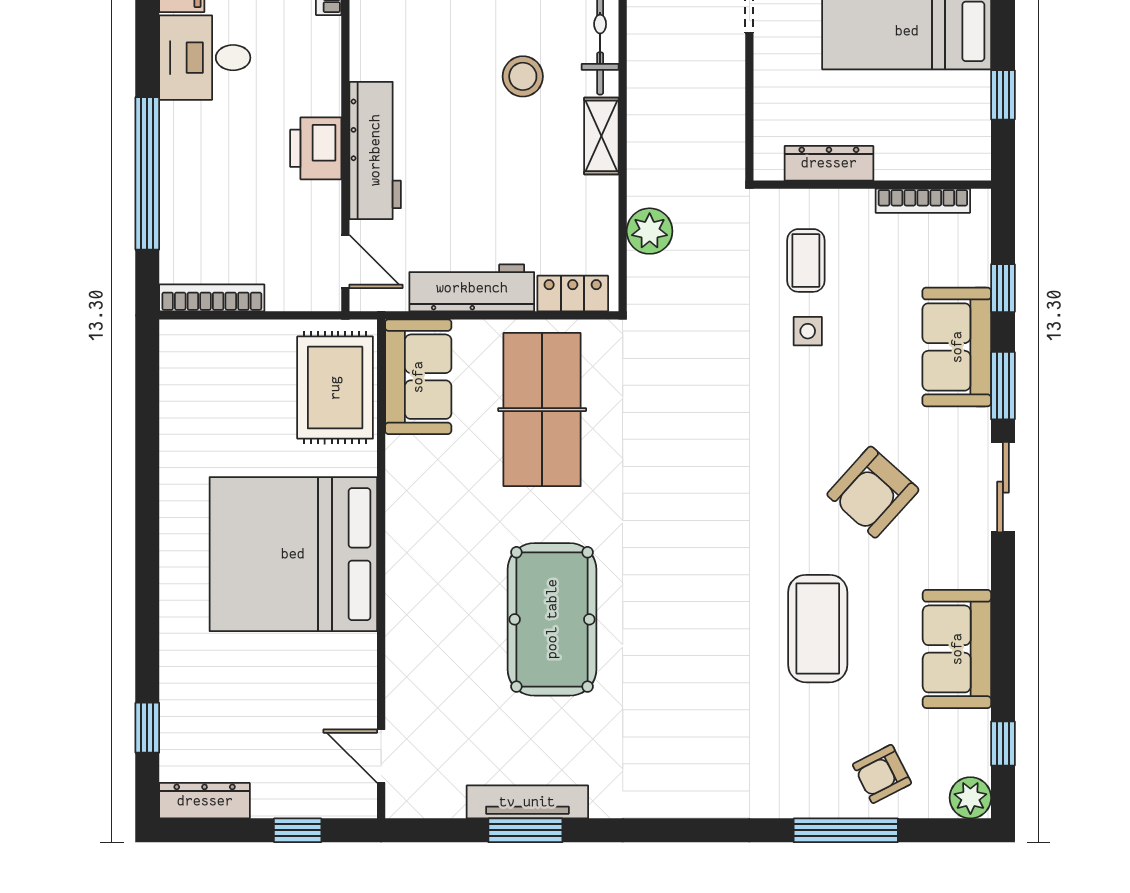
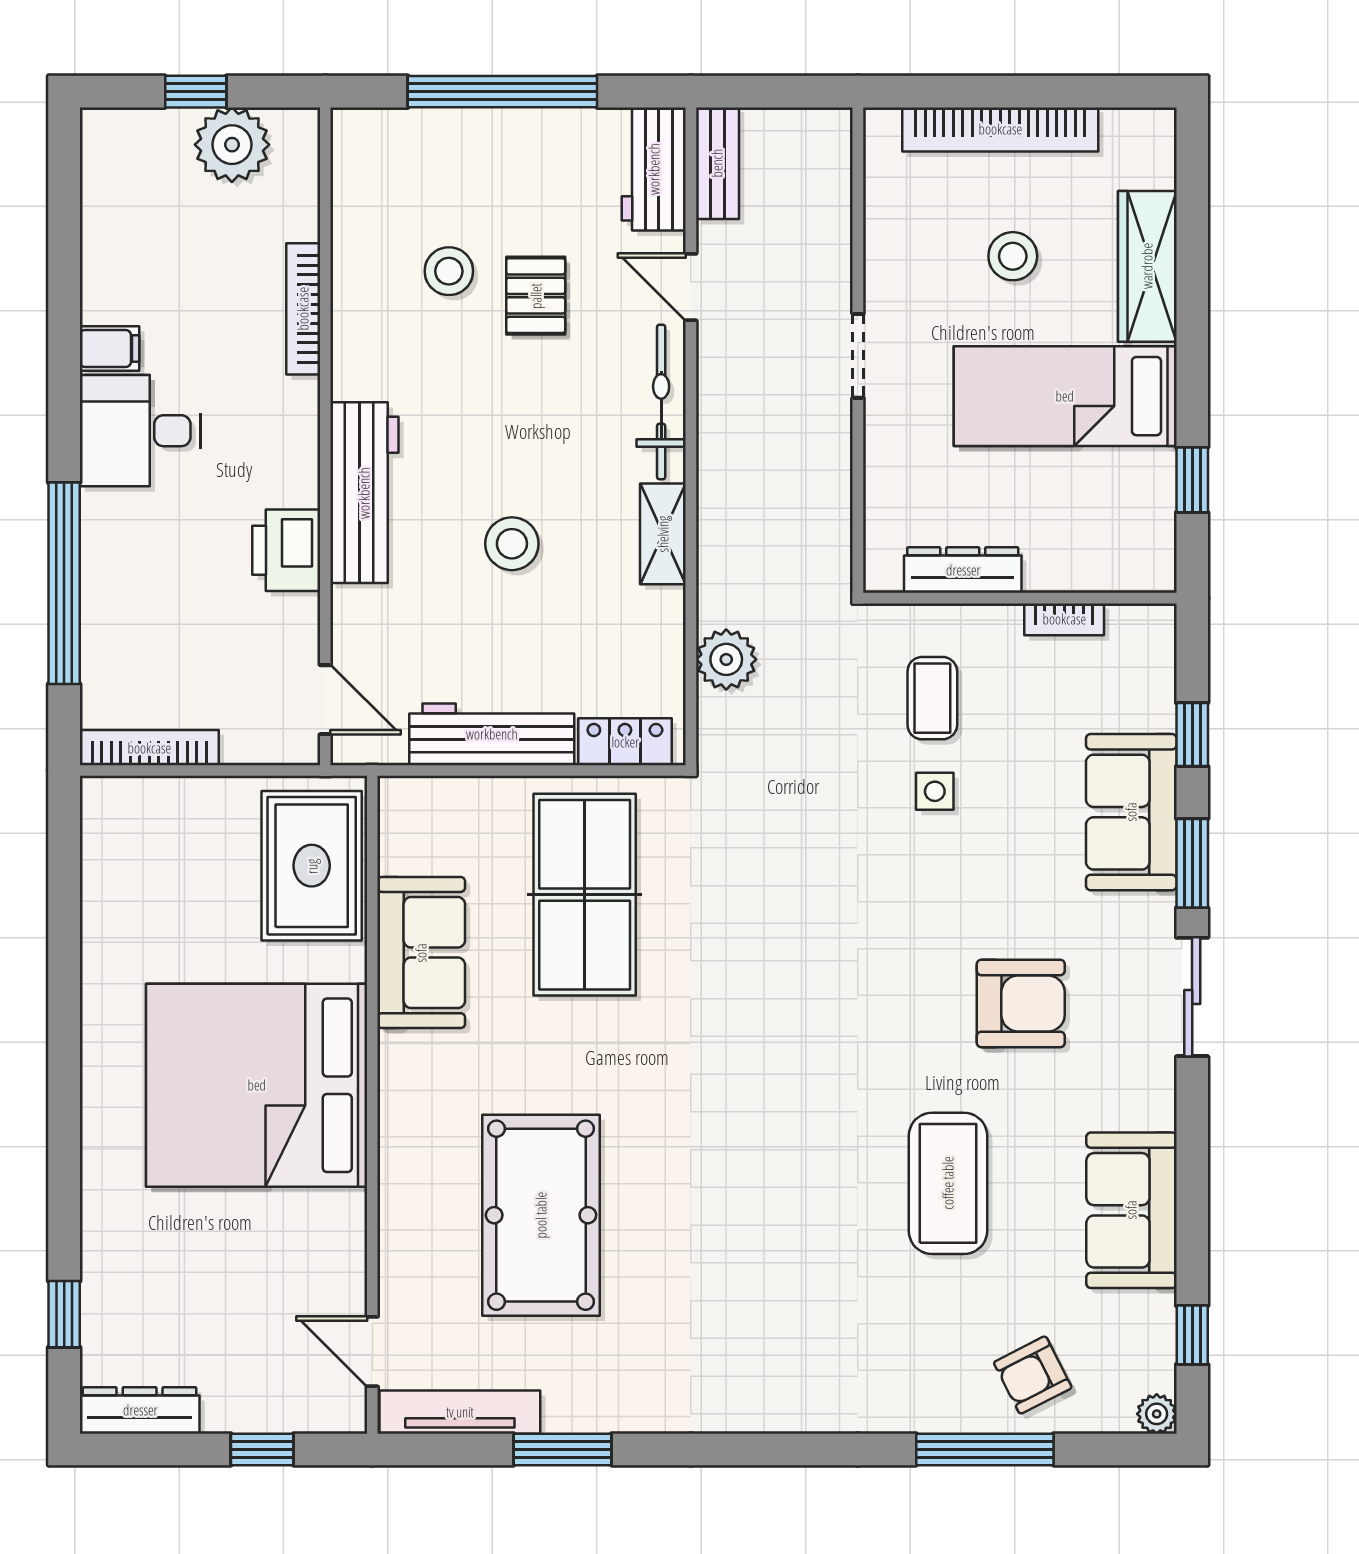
stool: (523, 76) -> (512, 544), moved
workbench: (375, 150) -> (364, 493), moved
bookcase: (923, 201) -> (1064, 619), width x0.64
sofa: (418, 377) -> (421, 953), moved
armchair: (873, 492) -> (1021, 1003), turned -132
pool table: (552, 619) -> (541, 1215), moved
plant: (970, 798) -> (1157, 1414), width x0.73, depth x0.73
tv unit: (527, 802) -> (460, 1412), moved

